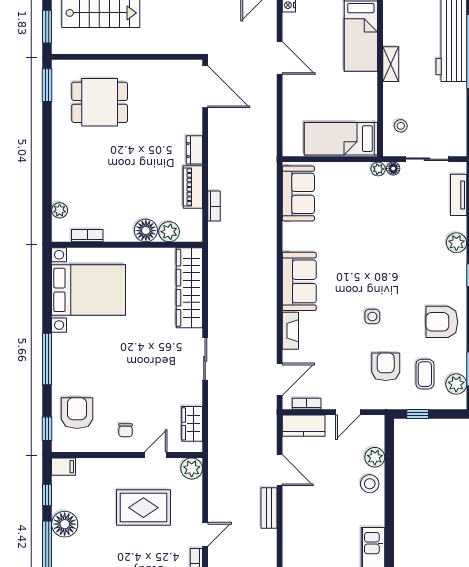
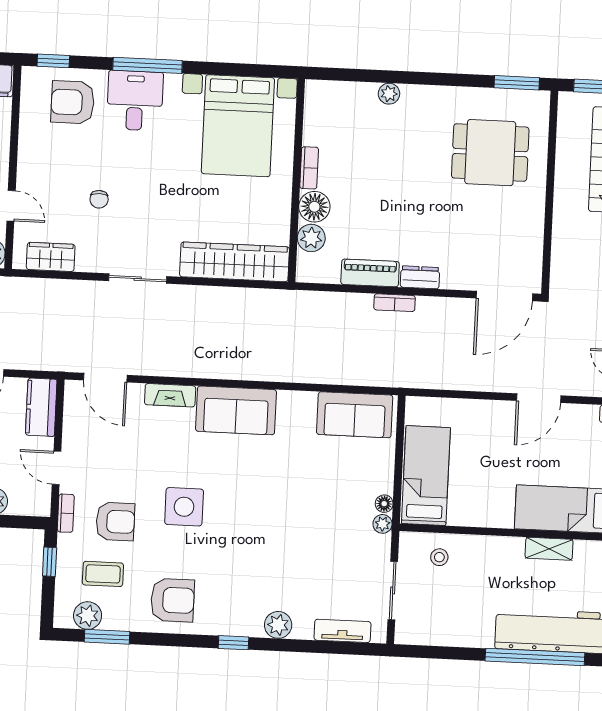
shelving: (391, 64) -> (549, 549), moved
dining table: (100, 102) -> (490, 153), turned 90
floor lamp: (393, 169) -> (384, 504), moved
bookcase: (214, 206) -> (395, 303), moved
plant: (60, 210) -> (389, 94), moved
bookcase: (87, 236) -> (309, 168), moved
side table: (372, 316) -> (184, 507), width x1.87, depth x1.87
armchair: (442, 322) -> (172, 600), turned 90
desk: (74, 367) -> (135, 101), added
bookcase: (307, 404) -> (66, 513), moved
armchair: (77, 413) -> (73, 102), turned 180
chair: (126, 430) -> (99, 199), moved, turned -90

